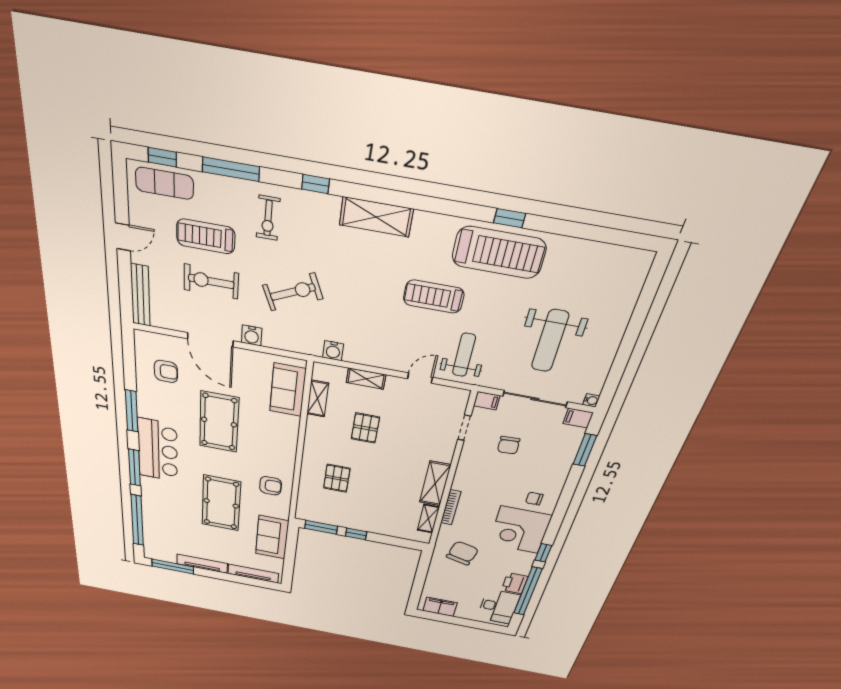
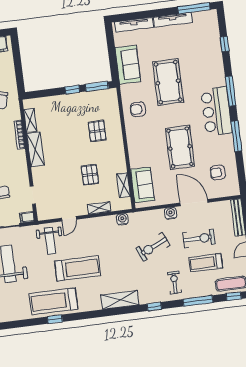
treadmill: (206, 236) -> (206, 263), turned 180
treadmill: (434, 297) -> (78, 268), width x1.37, depth x1.38
window: (137, 520) -> (225, 44), width x0.32

